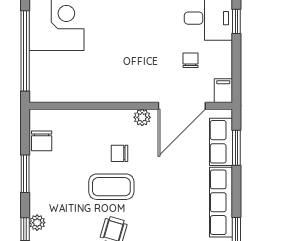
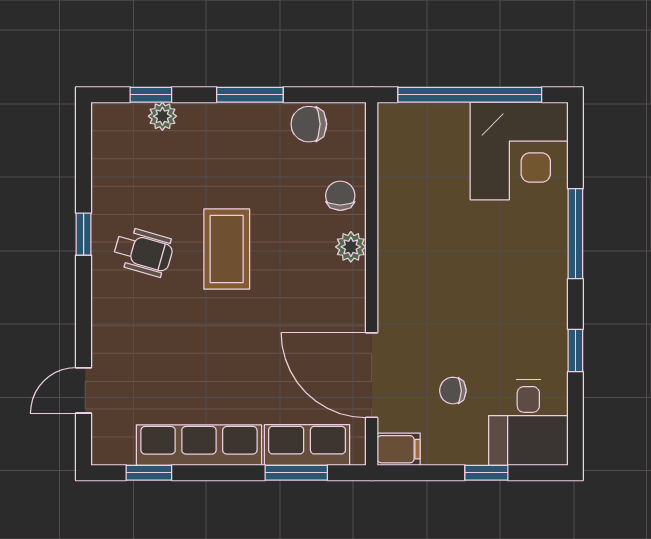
window: (236, 21) -> (486, 473), moved
chair: (190, 60) -> (453, 391), turned 180
plant: (142, 117) -> (351, 247), moved
chair: (119, 153) -> (340, 196), moved

